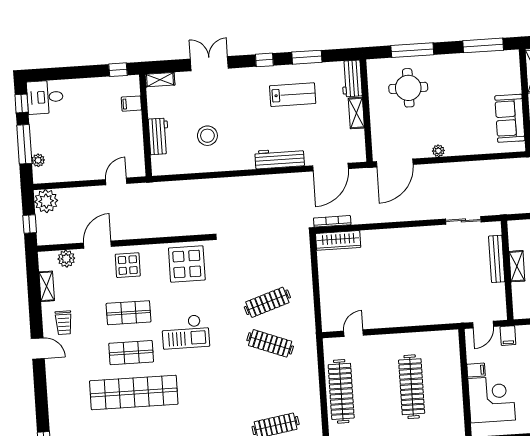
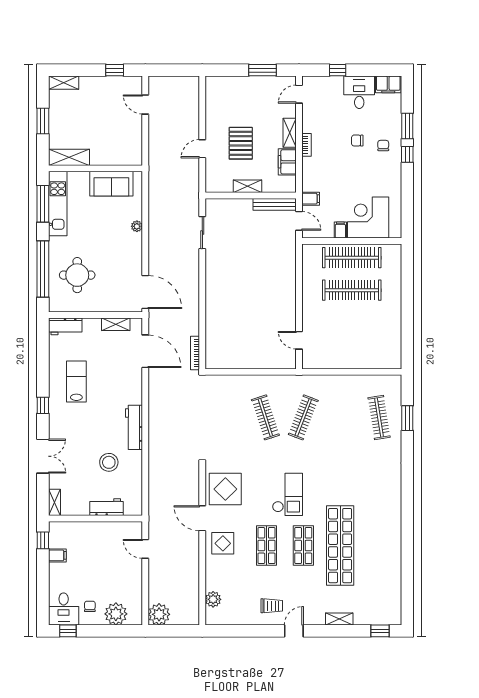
window: (412, 50) -> (43, 269), width x1.46
window: (307, 57) -> (43, 366), removed
kitchen unit: (484, 62) -> (58, 204), added
double door: (209, 64) -> (43, 456), swing flipped
filing cabinet: (131, 104) -> (57, 555), moved, turned -90
shelving: (356, 113) -> (116, 324), moved
chair: (50, 125) -> (90, 606), added
window: (24, 144) -> (106, 631), removed
plant: (438, 151) -> (137, 226), moved
workbench: (280, 158) -> (134, 427), moved
plant: (38, 160) -> (116, 614), width x1.87, depth x1.87
window: (30, 224) -> (179, 631), removed
wardrobe: (338, 240) -> (213, 349), removed
door: (97, 245) -> (202, 518), moved
bench: (497, 259) -> (275, 204), moved
shelving: (47, 286) -> (339, 619), moved
clothes rail: (341, 391) -> (352, 258), moved

